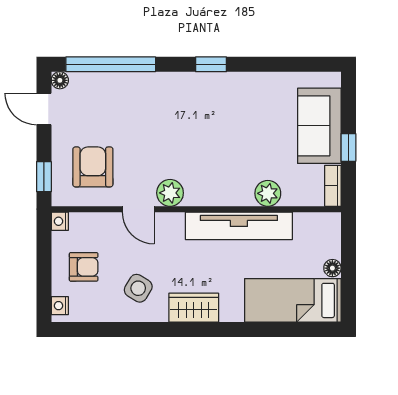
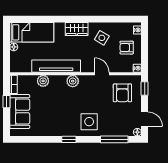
window: (111, 64) -> (114, 139), width x0.68
side table: (166, 103) -> (89, 122), added
plant: (170, 193) -> (73, 81), moved

